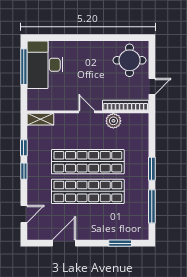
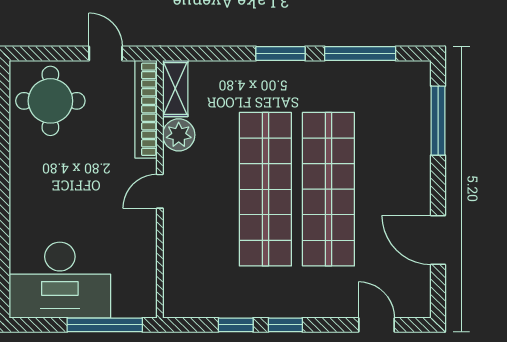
window: (24, 67) -> (105, 325), moved
shelving: (40, 119) -> (175, 89), moved
window: (120, 243) -> (438, 121), width x1.44

